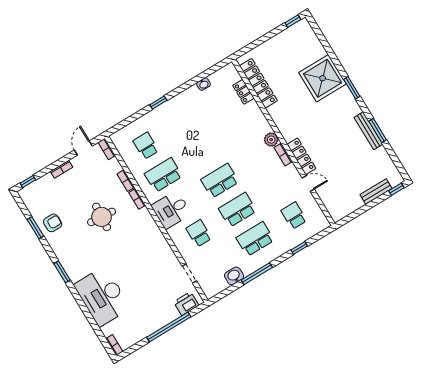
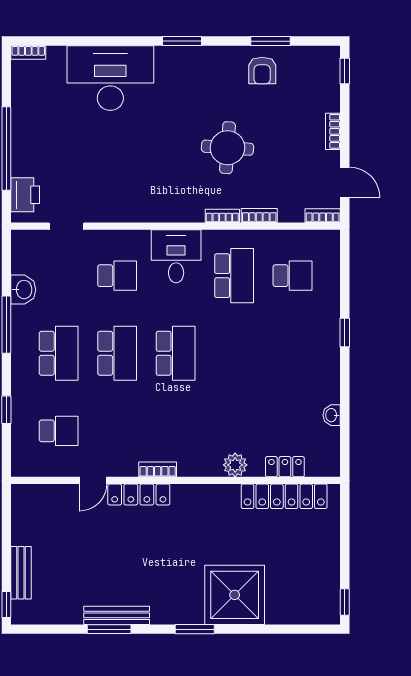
plant: (271, 140) -> (235, 465), moved

